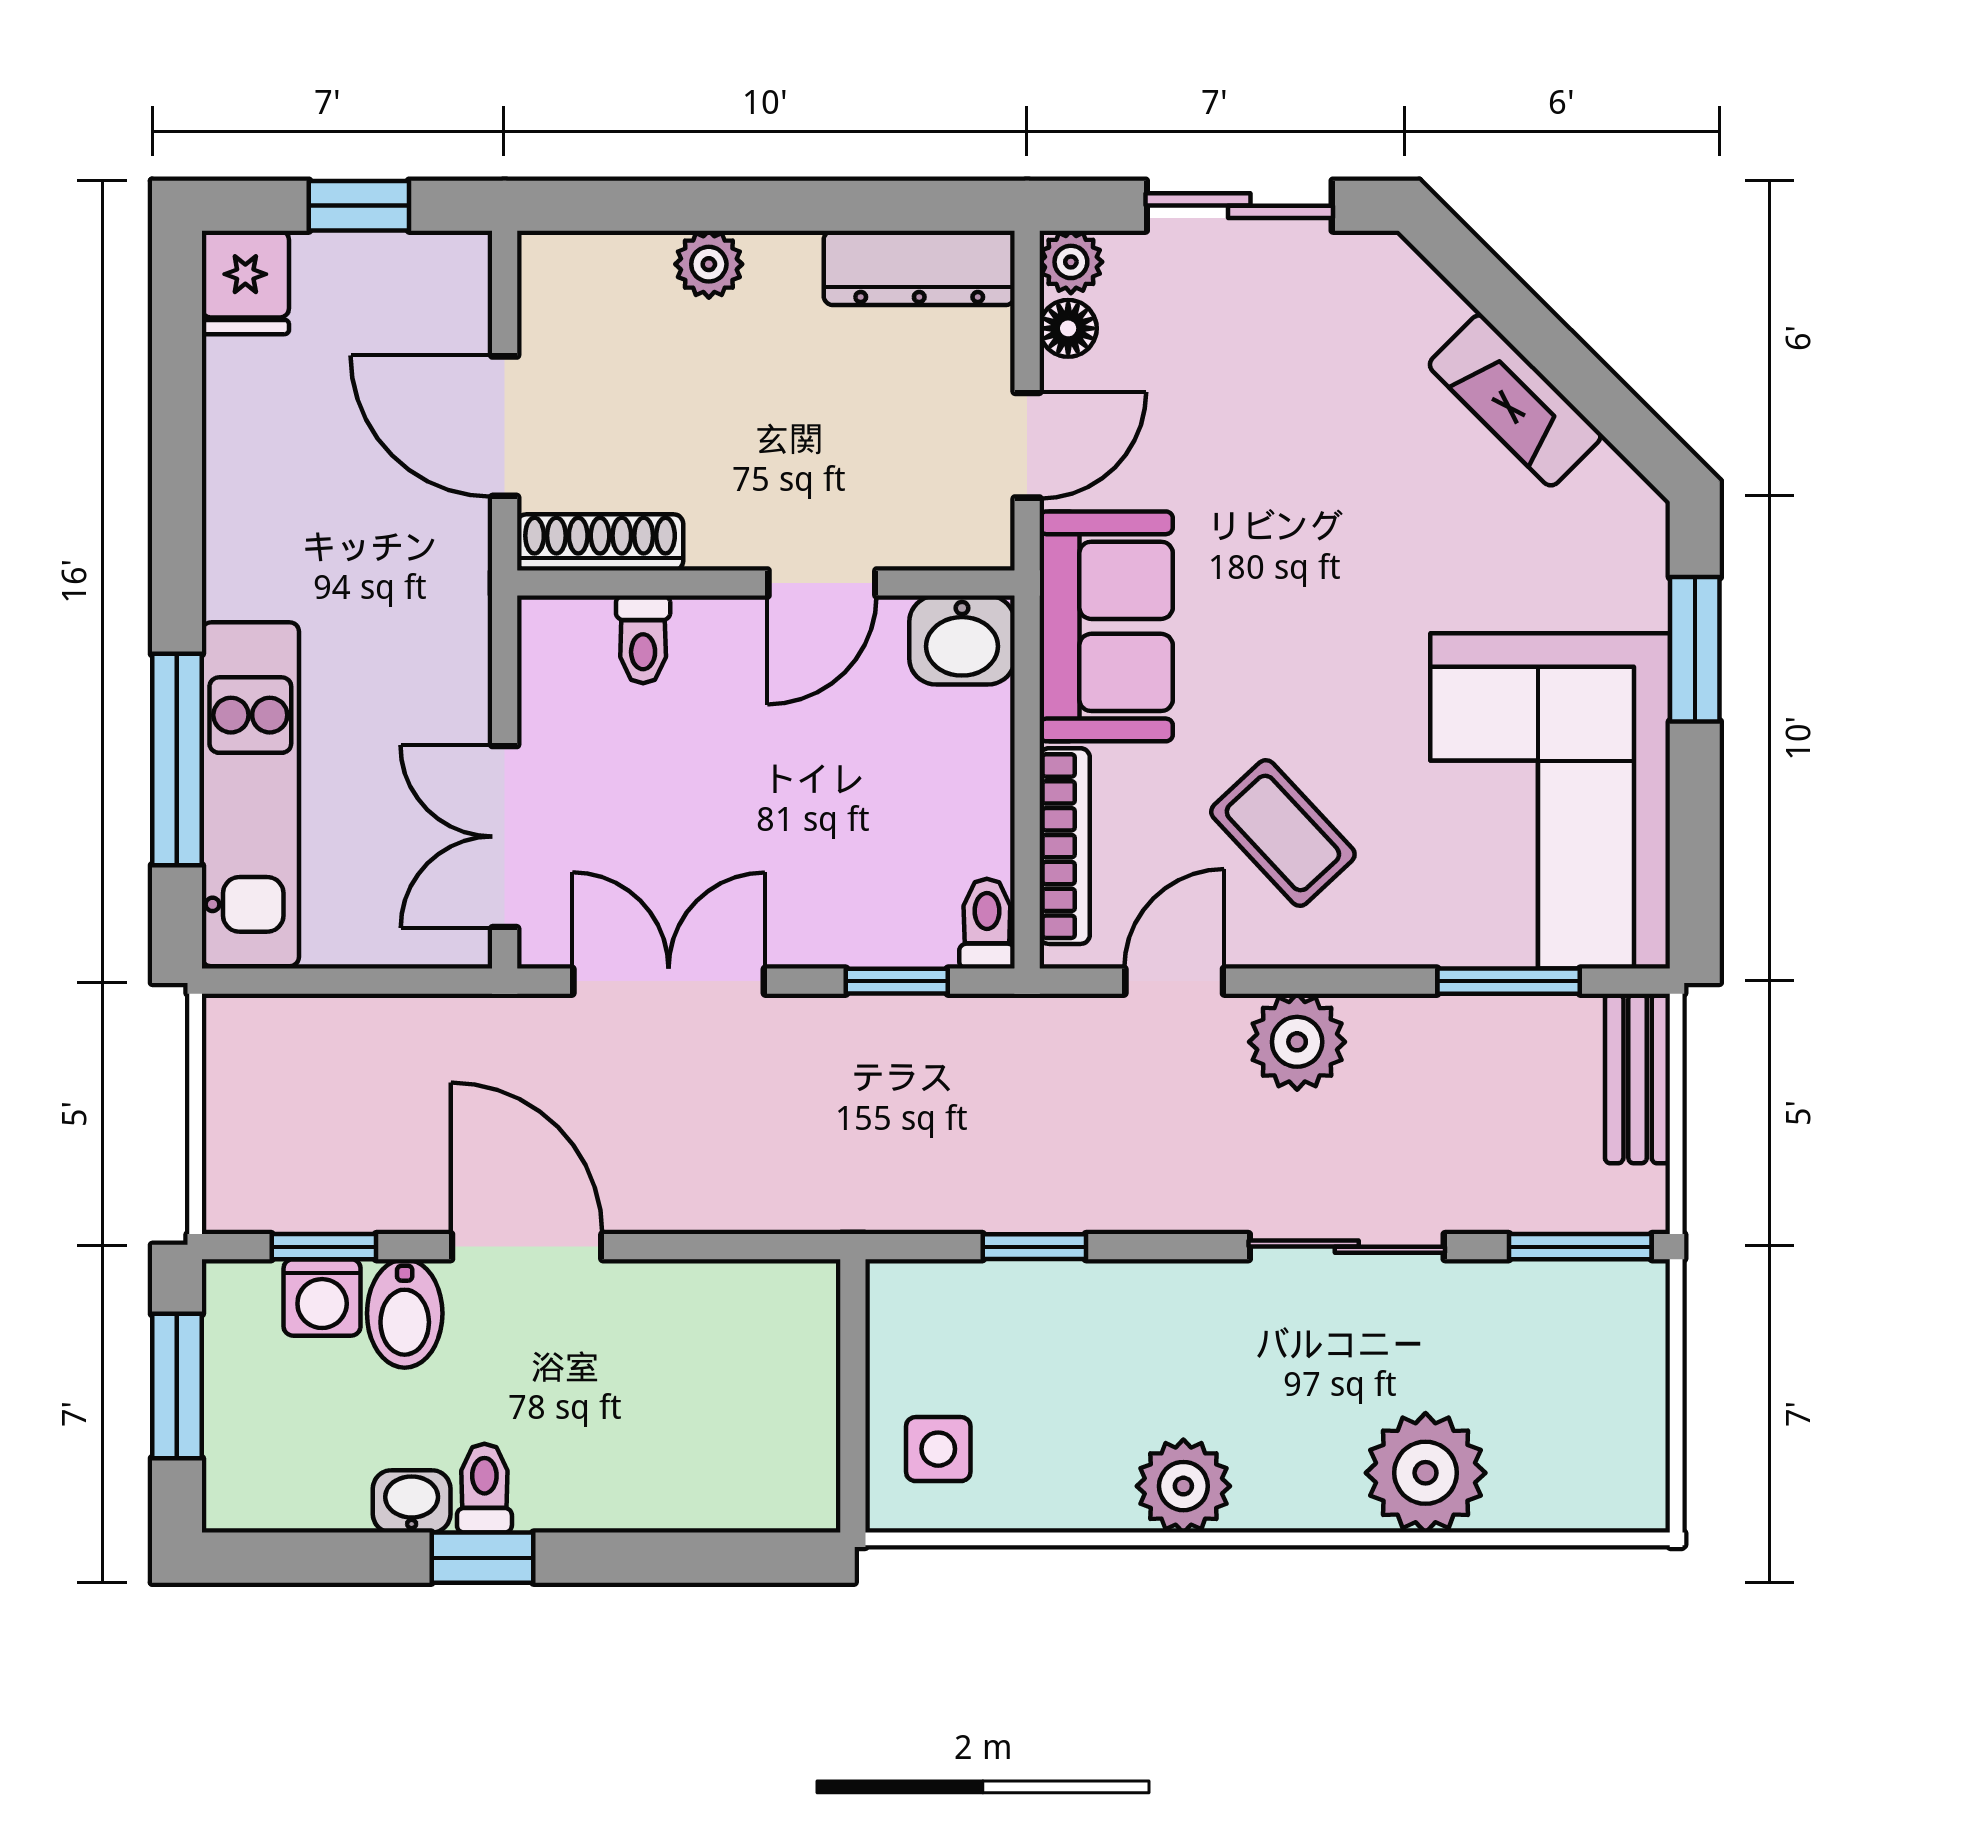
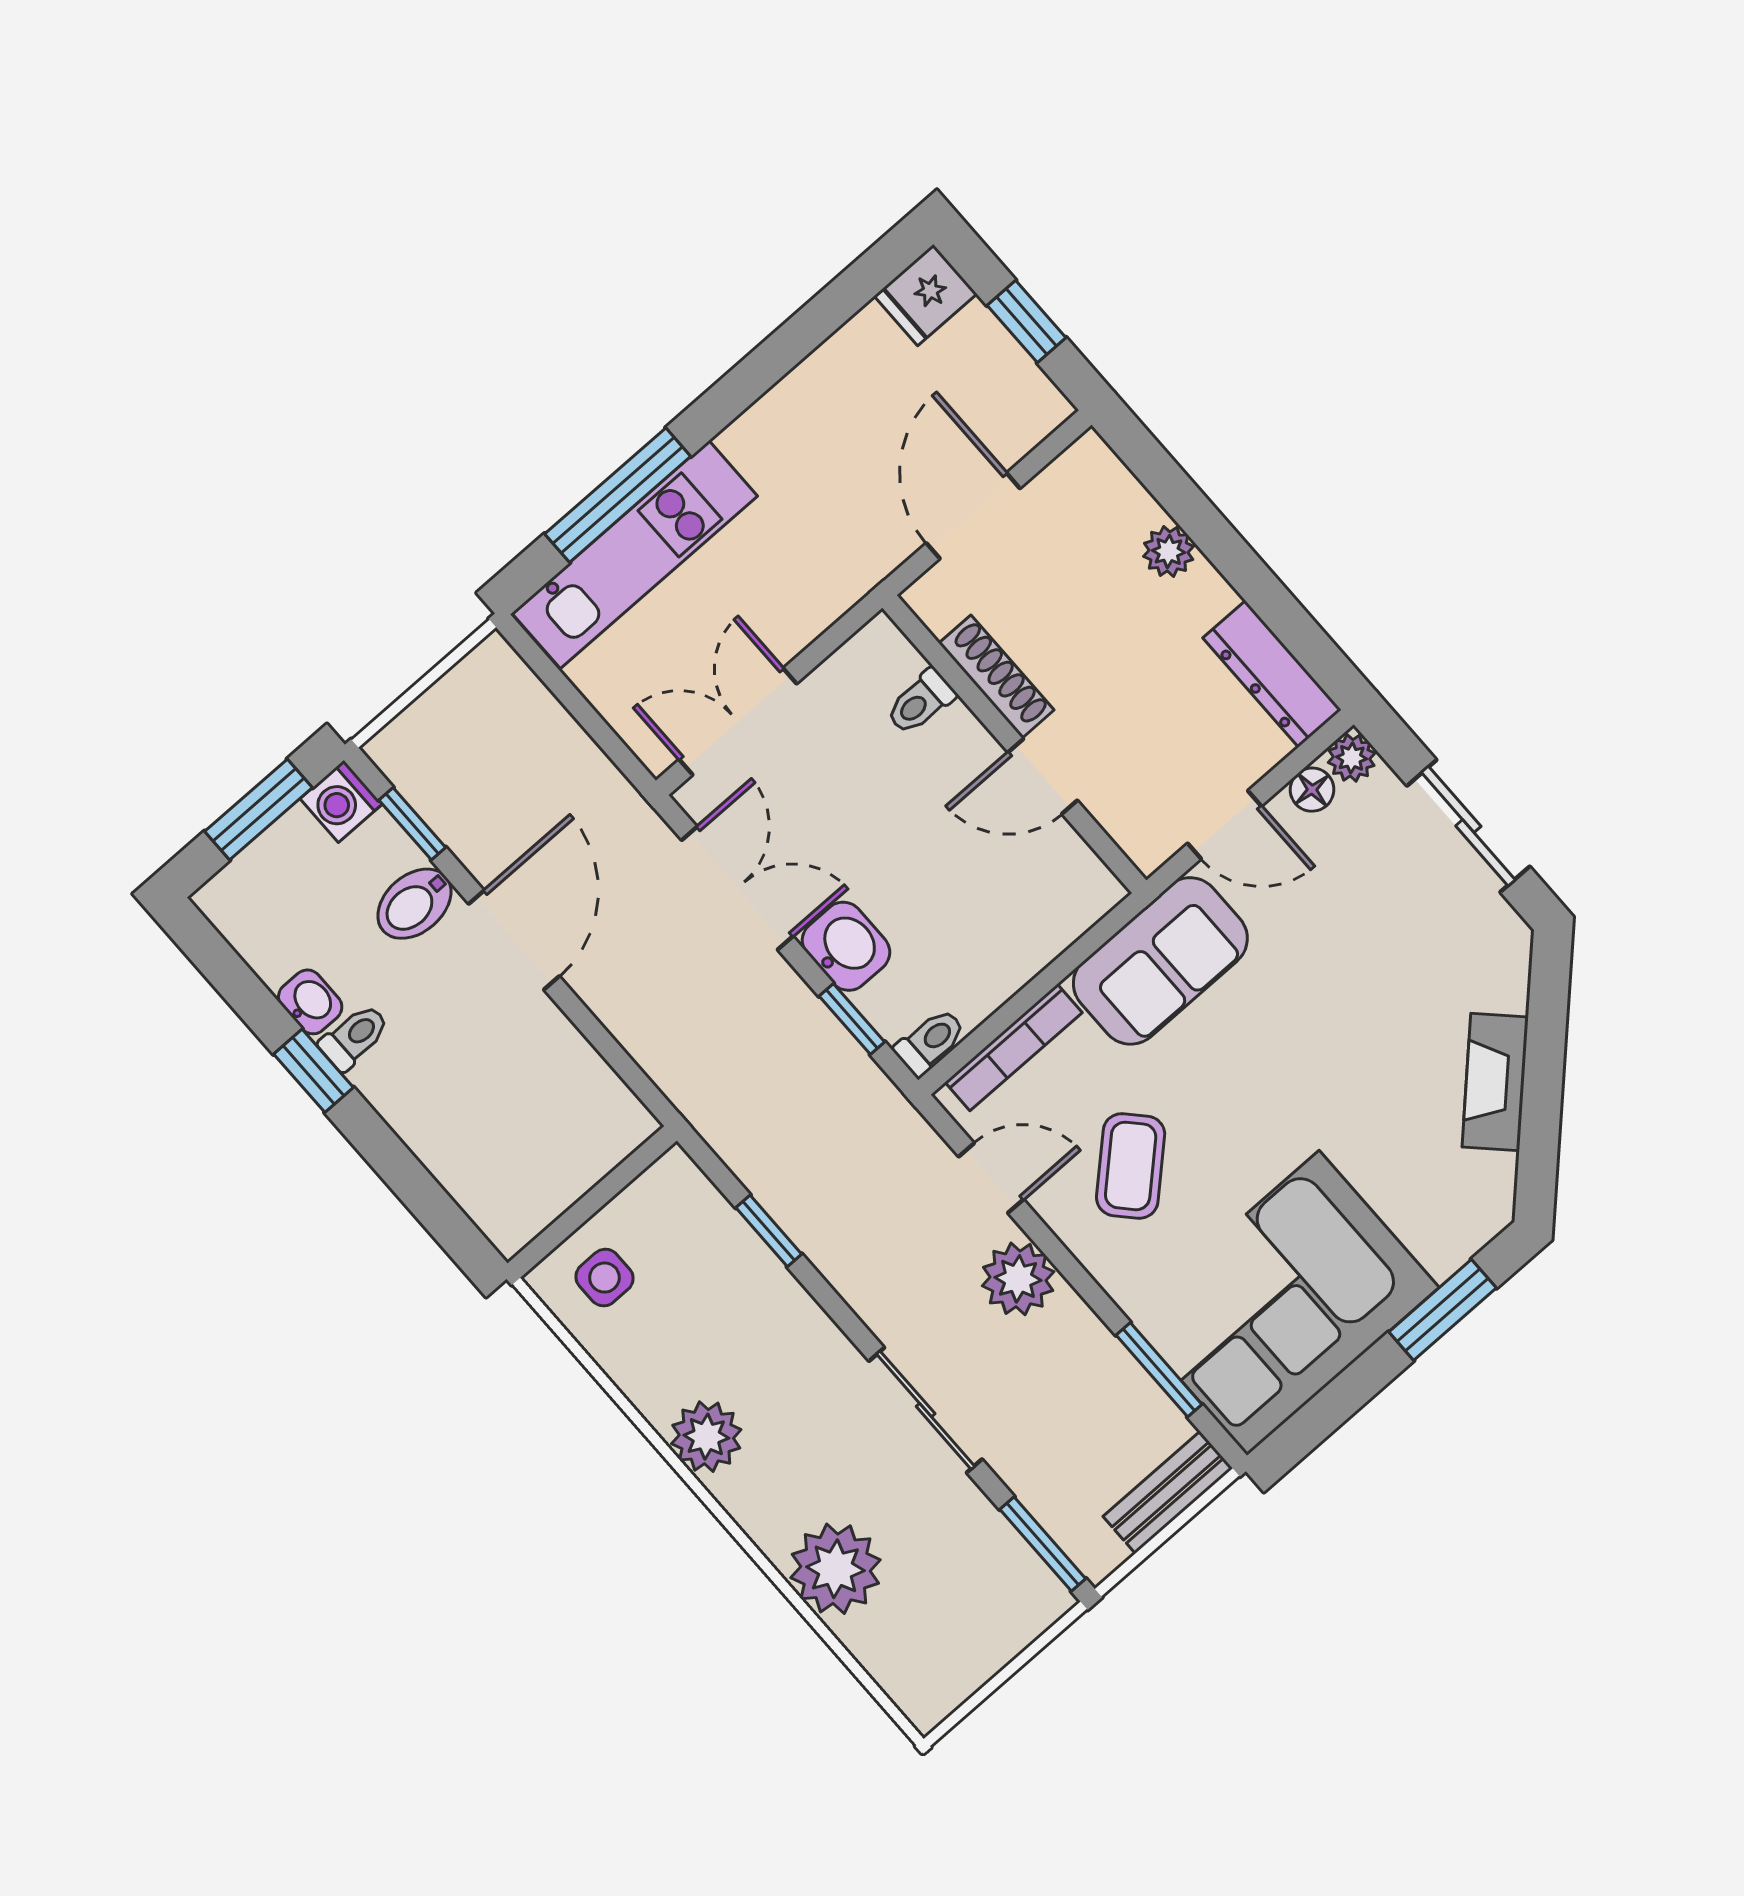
shoe rack: (600, 542) -> (996, 677), moved
washbasin: (962, 640) -> (846, 946), moved, turned 180
washing machine: (322, 1297) -> (341, 801), moved

